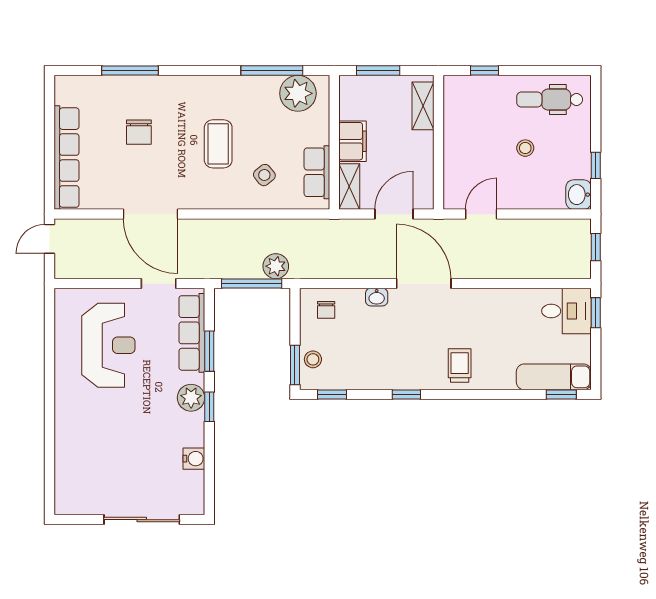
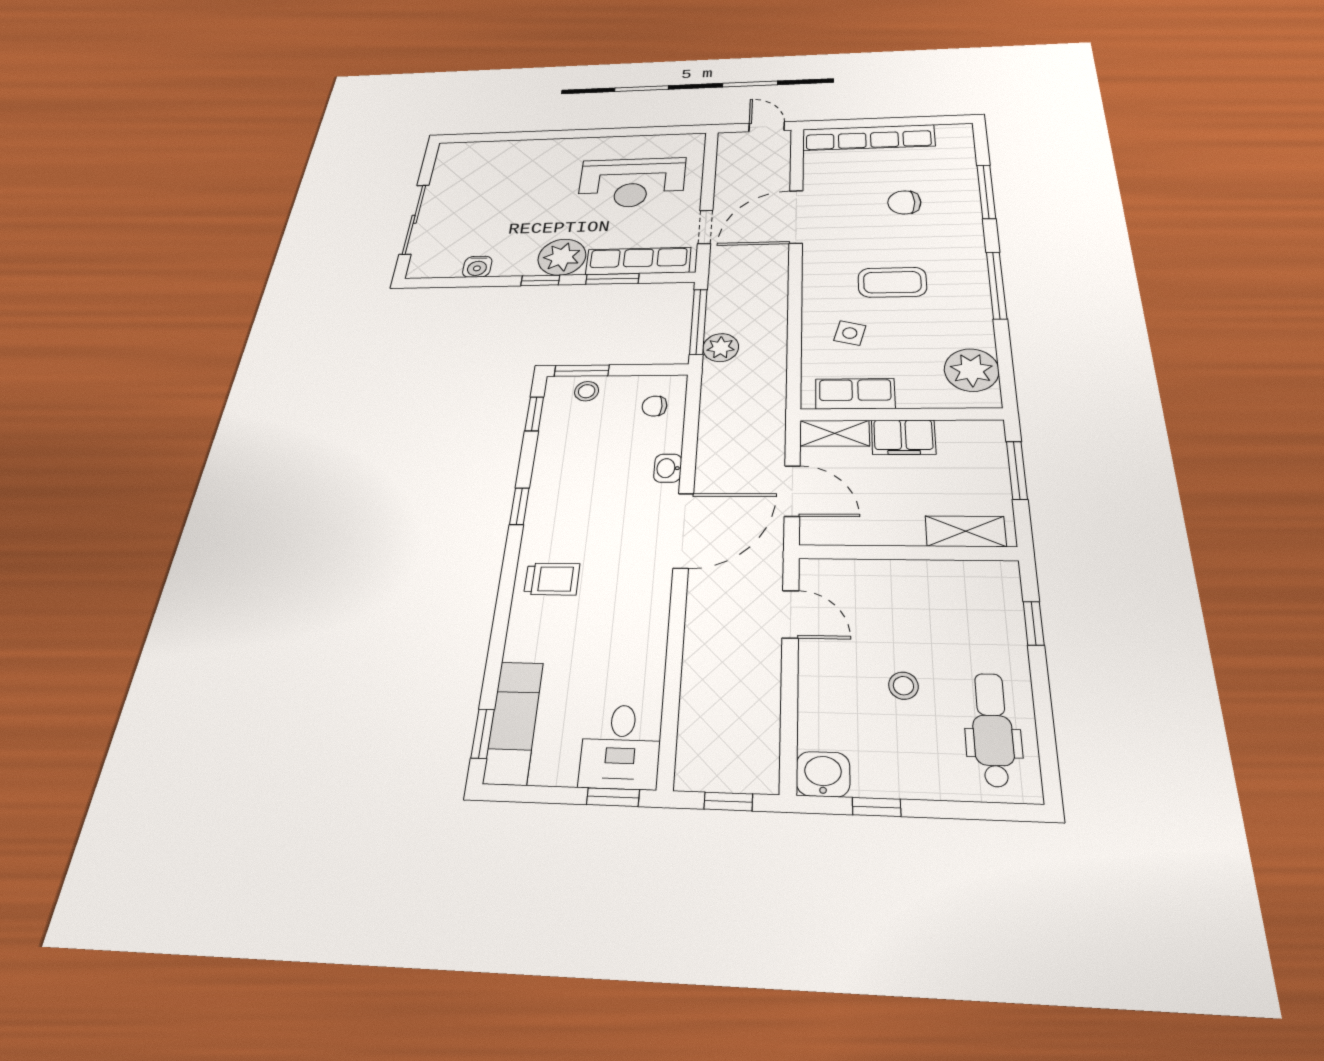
window: (272, 71) -> (997, 285), moved
side table: (264, 175) -> (850, 333), turned -36
plant: (191, 398) -> (562, 257), width x1.36, depth x1.36

